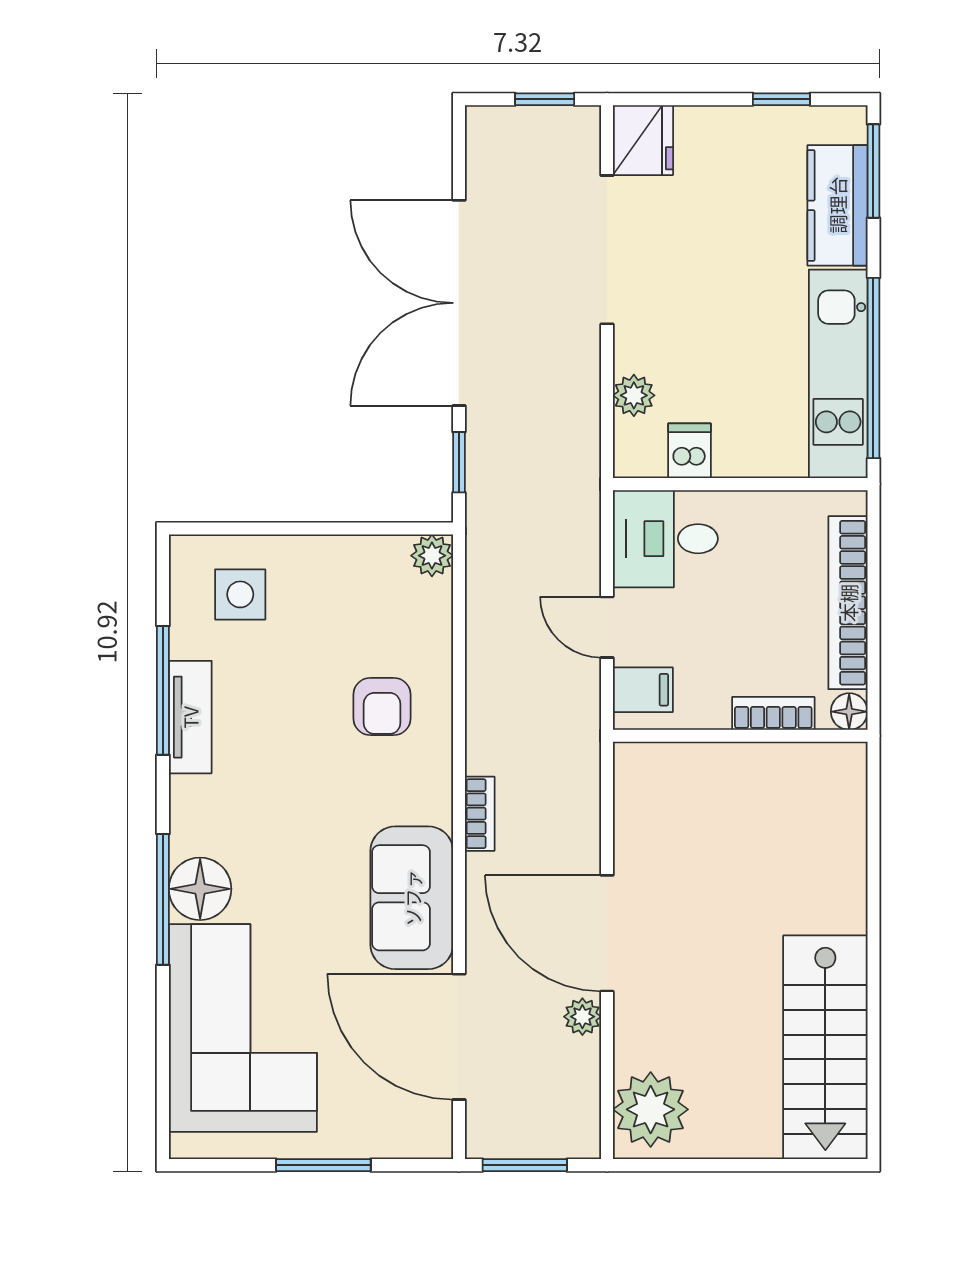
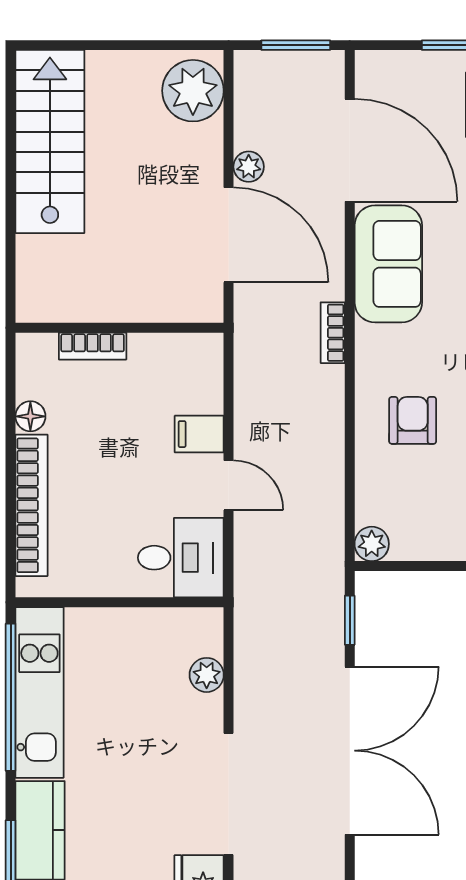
dishwasher: (689, 451) -> (161, 630), removed
bookcase: (773, 713) -> (93, 346), moved
wall: (740, 736) -> (120, 328), moved

